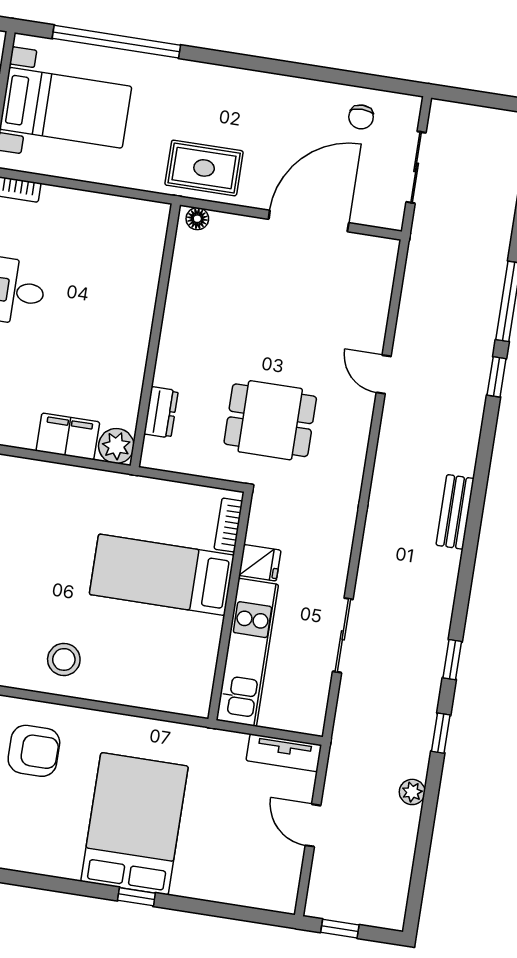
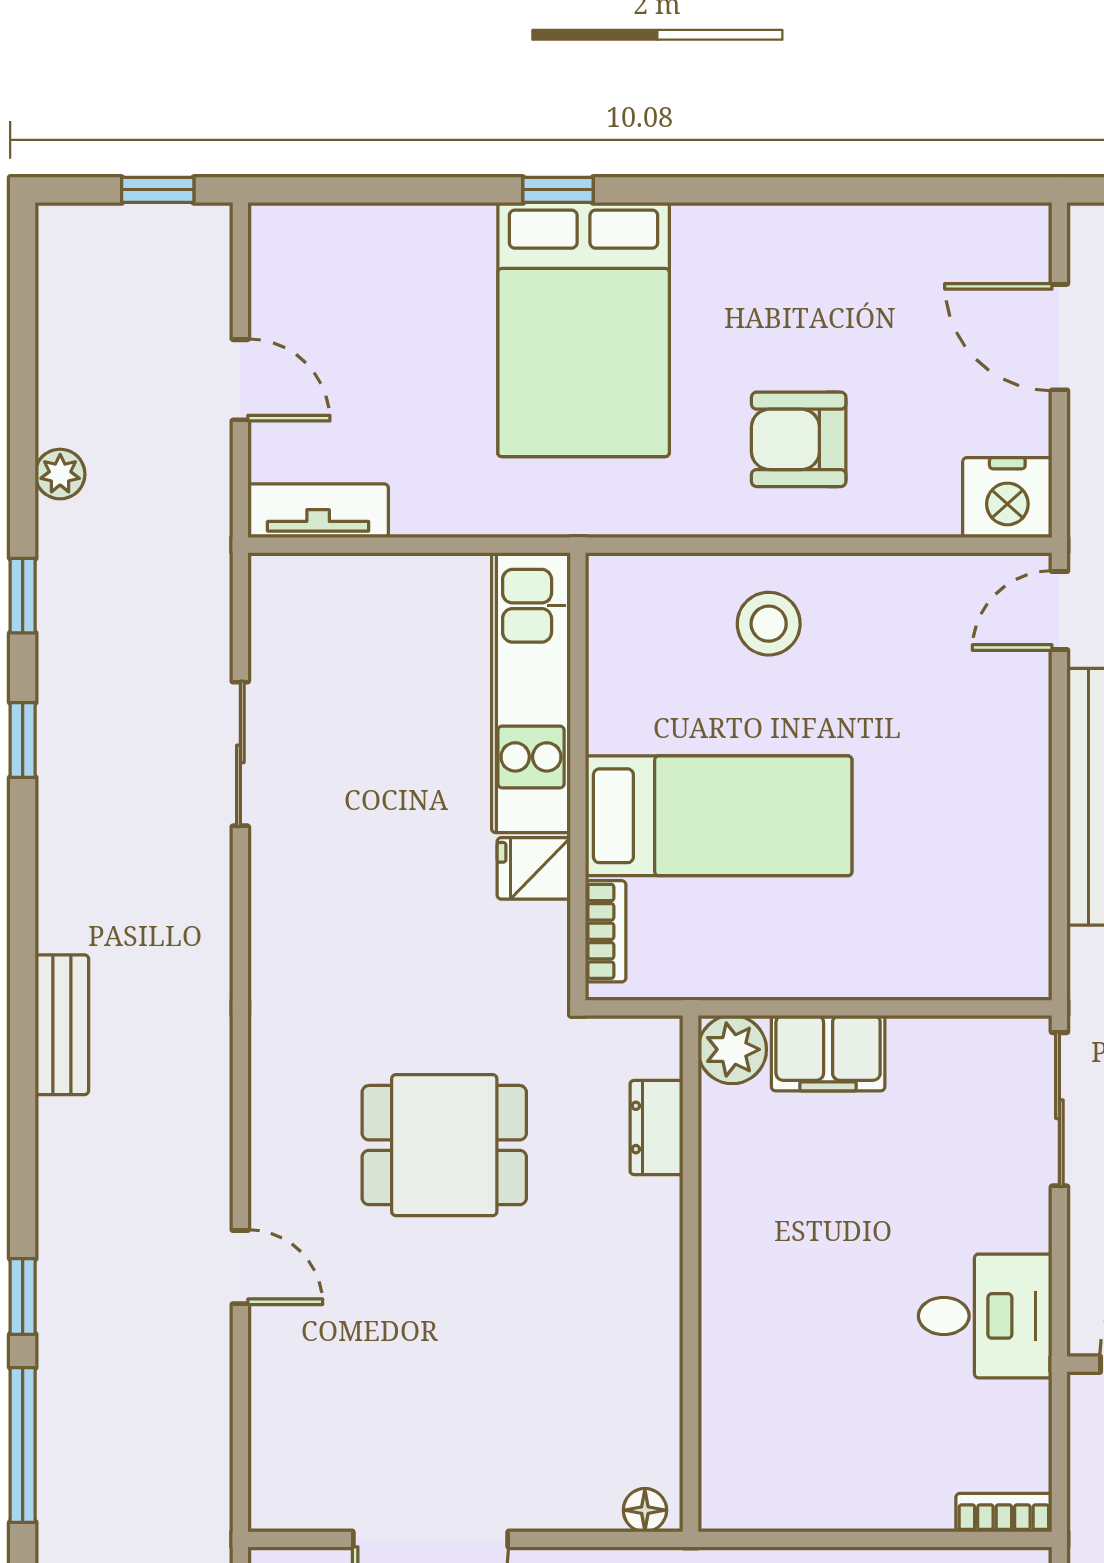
bookcase: (228, 525) -> (606, 931), moved
fridge: (260, 563) -> (534, 868), moved
bed: (162, 575) -> (719, 816), moved
wall: (230, 606) -> (578, 776), moved
kitchen unit: (247, 652) -> (531, 693), moved

